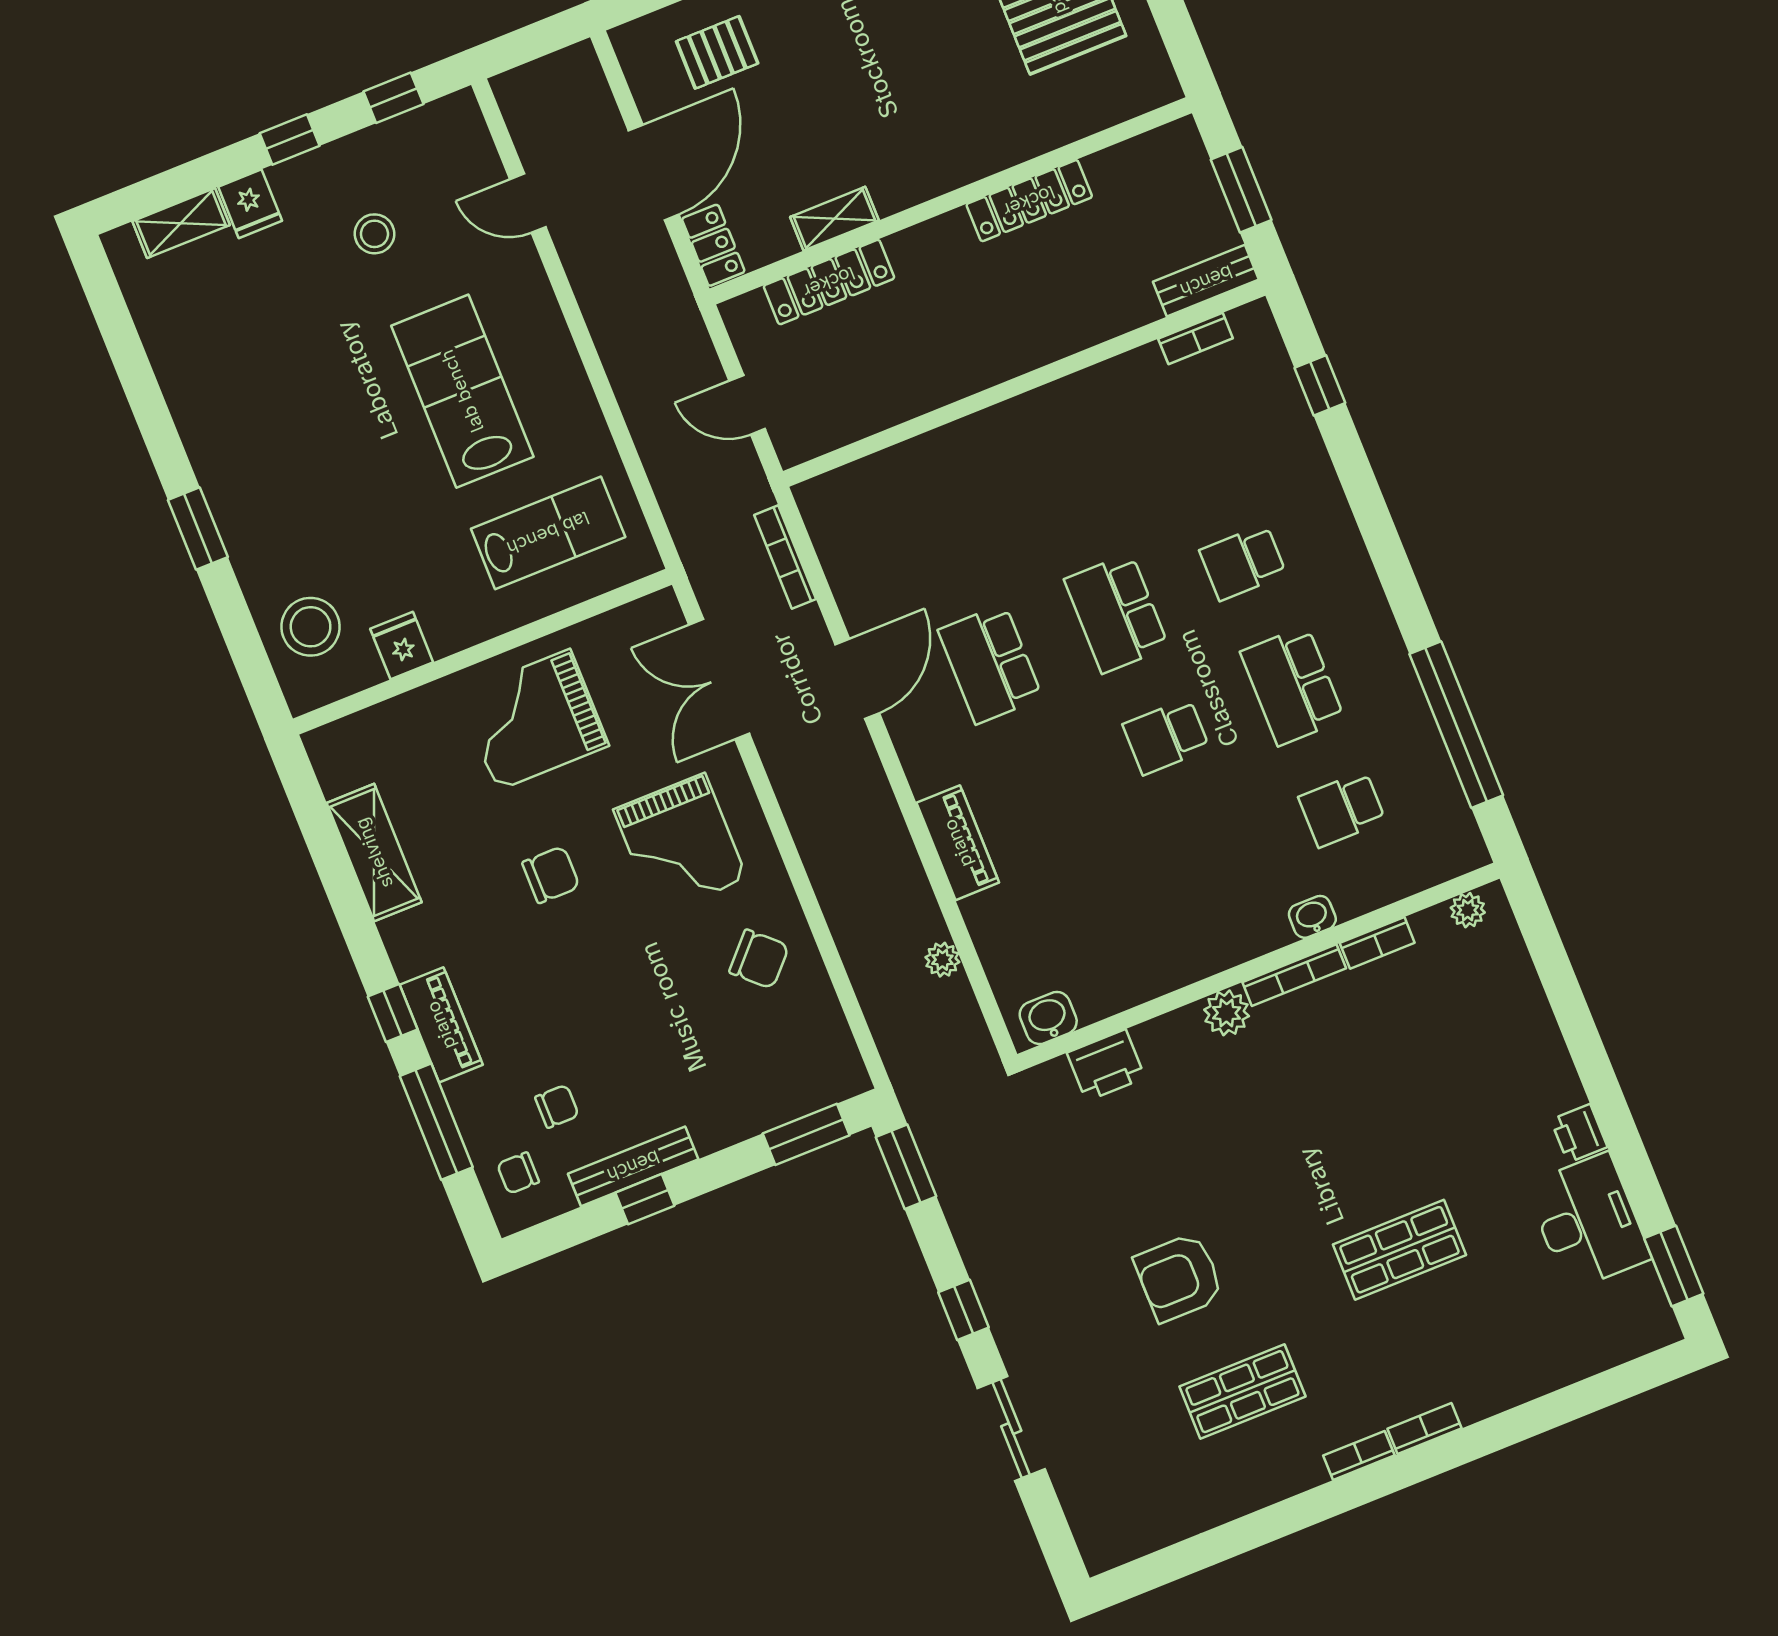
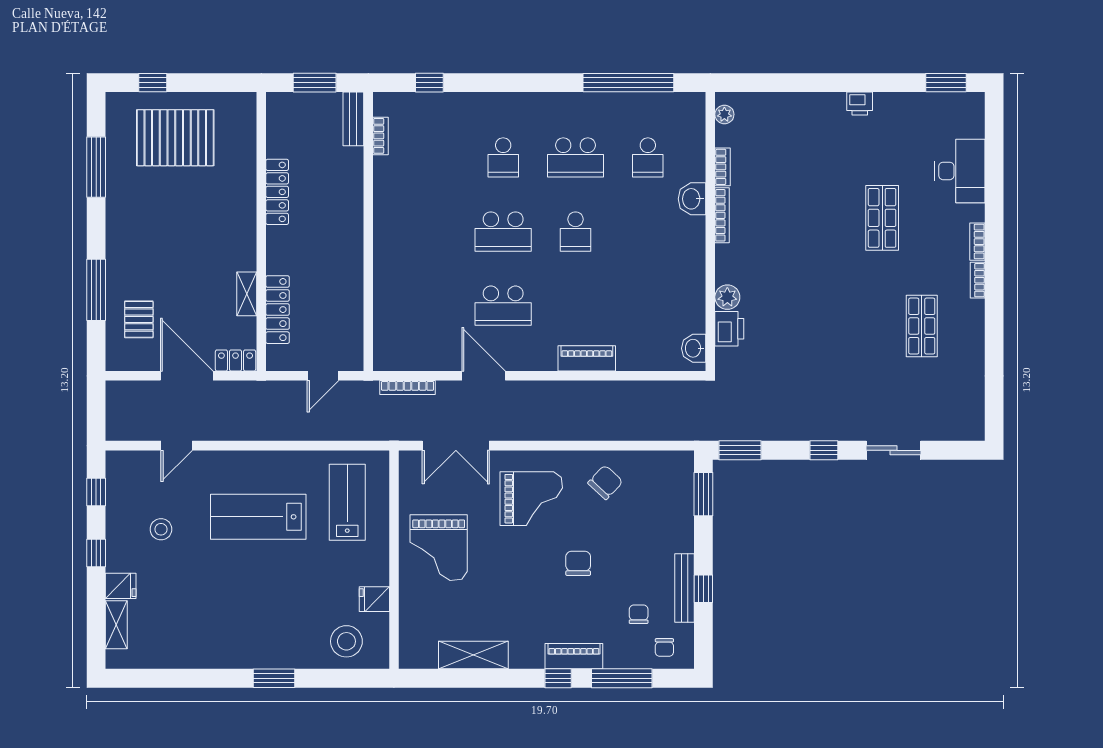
chair: (551, 875) -> (578, 563), moved
washbasin: (1312, 917) -> (692, 199), width x1.38, depth x1.45
plant: (942, 960) -> (643, 390), removed
plant: (1227, 1013) -> (727, 297), moved
desk: (1588, 1222) -> (960, 171), moved, turned 90
armchair: (1179, 1277) -> (851, 335), removed

